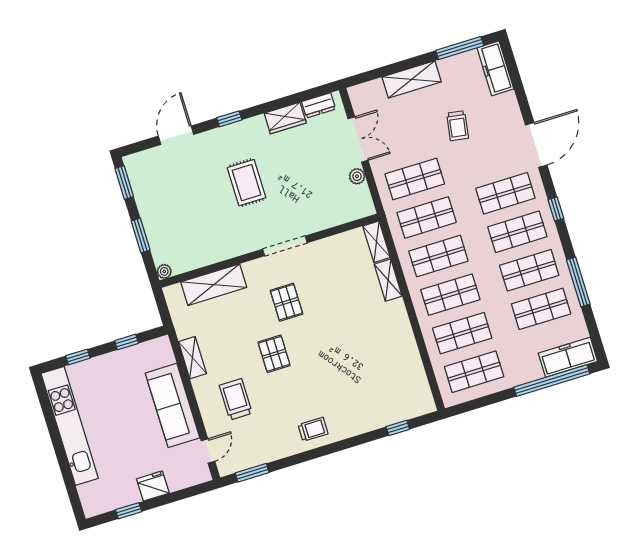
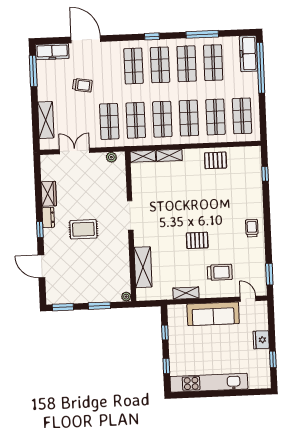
shelving: (412, 79) -> (46, 120), moved
dresser: (319, 105) -> (48, 217), moved
door: (536, 145) -> (86, 39), moved
plant: (357, 176) -> (111, 157), moved
pallet: (286, 302) -> (216, 160), moved
trolley: (236, 399) -> (220, 272), turned 180

